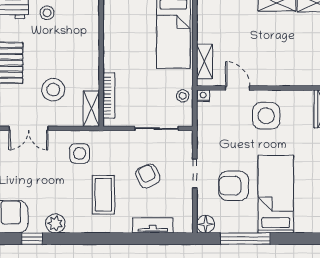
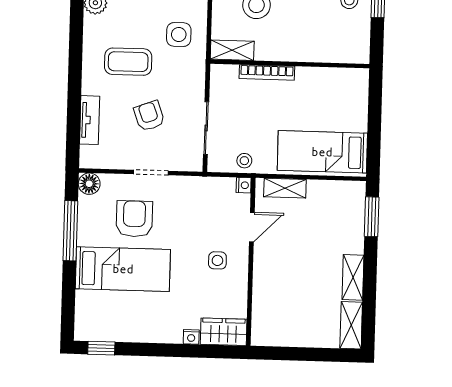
bookcase: (109, 96) -> (267, 72), moved
side table: (266, 116) -> (217, 260), width x0.54, depth x0.54
armchair: (148, 176) -> (149, 116), turned -85

